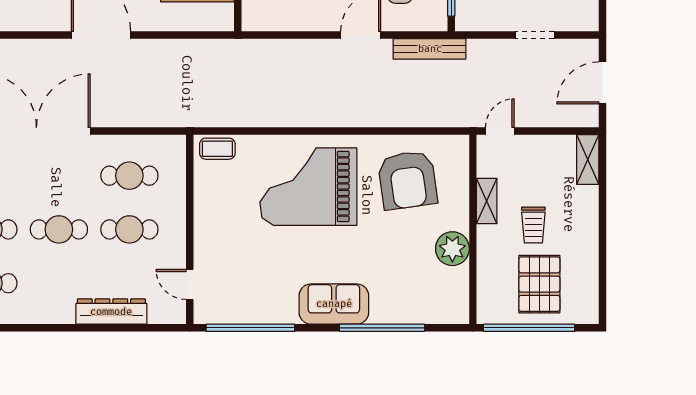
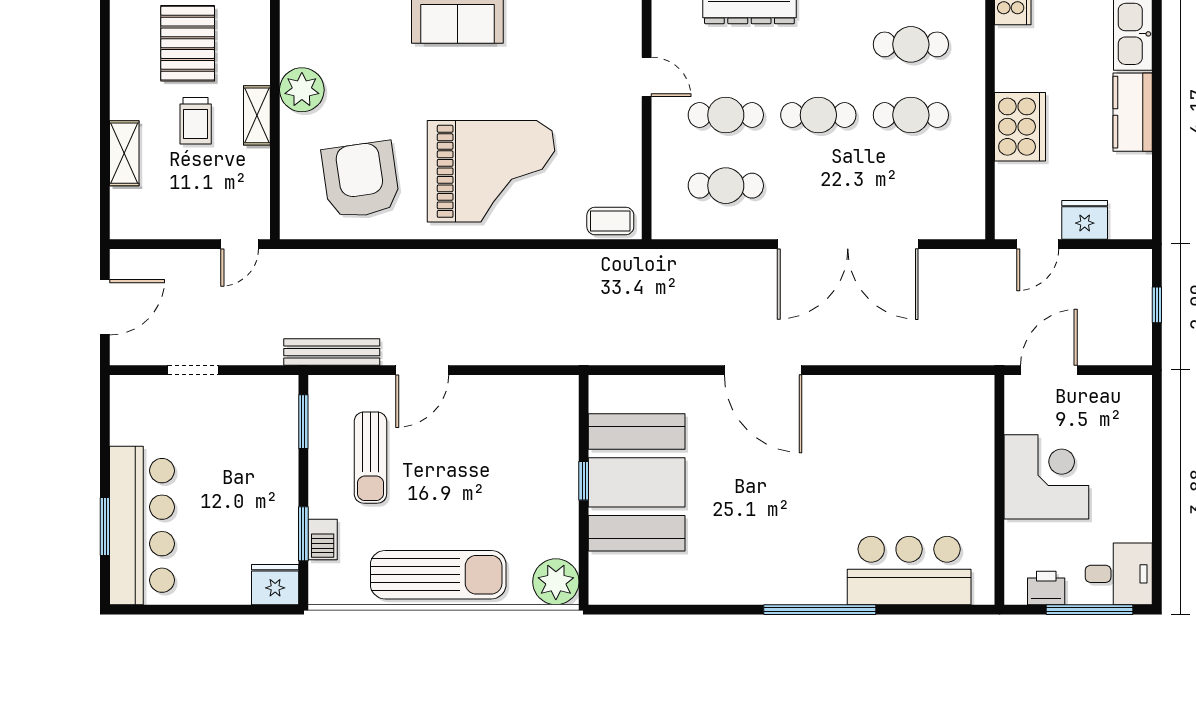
shelving: (588, 159) -> (124, 153), moved
shelving: (487, 201) -> (257, 115), moved
trolley: (533, 225) -> (196, 121), turned 180
door: (190, 284) -> (647, 77), moved

